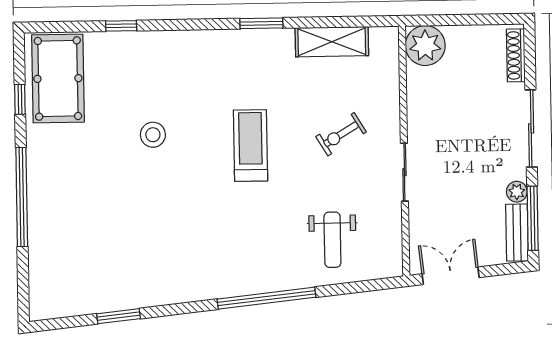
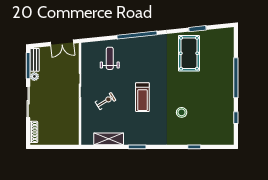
plant: (425, 46) -> (71, 137), removed
pool table: (58, 79) -> (189, 53), moved
stool: (153, 135) -> (182, 112), moved

